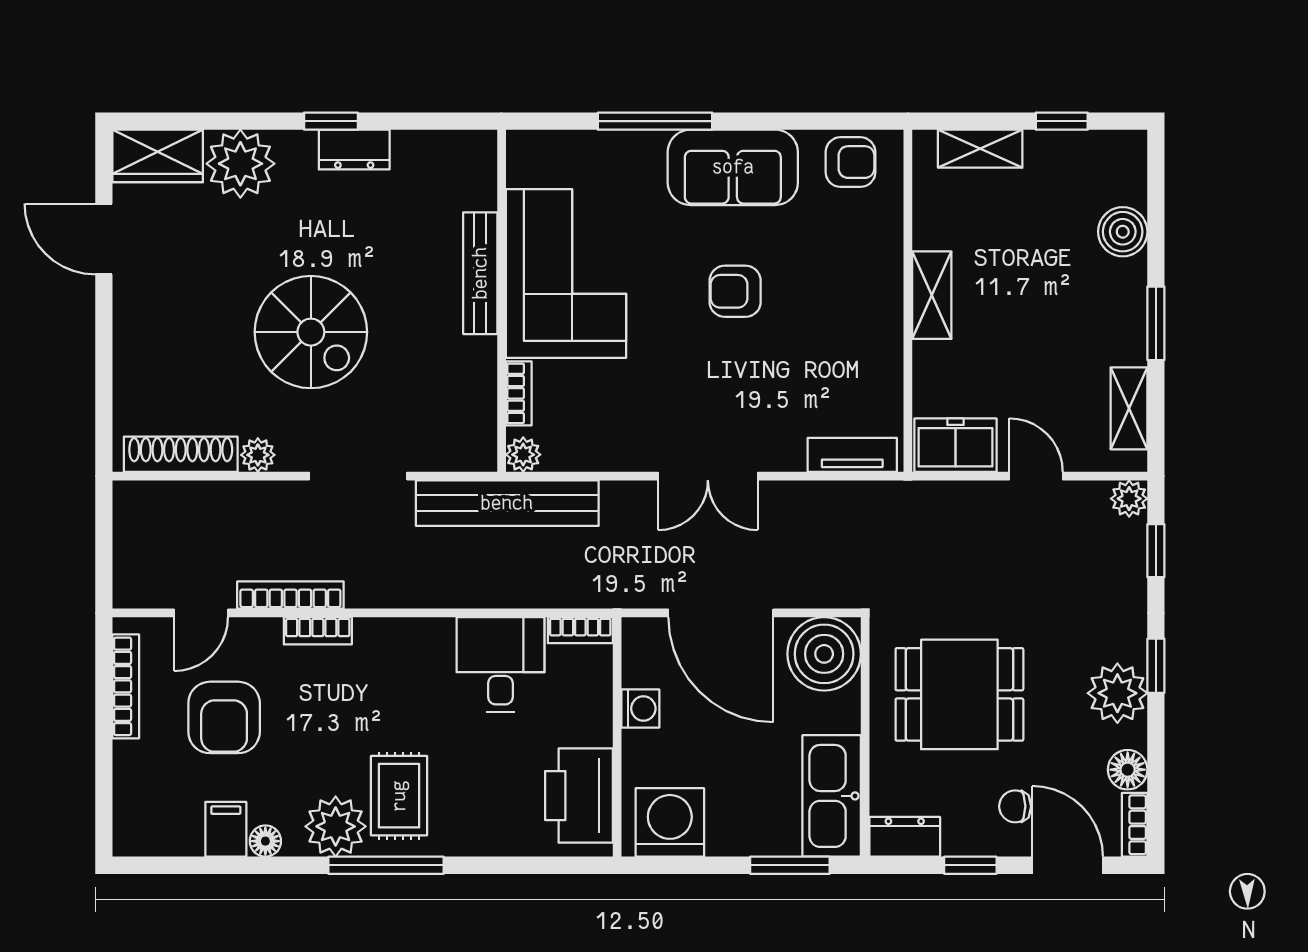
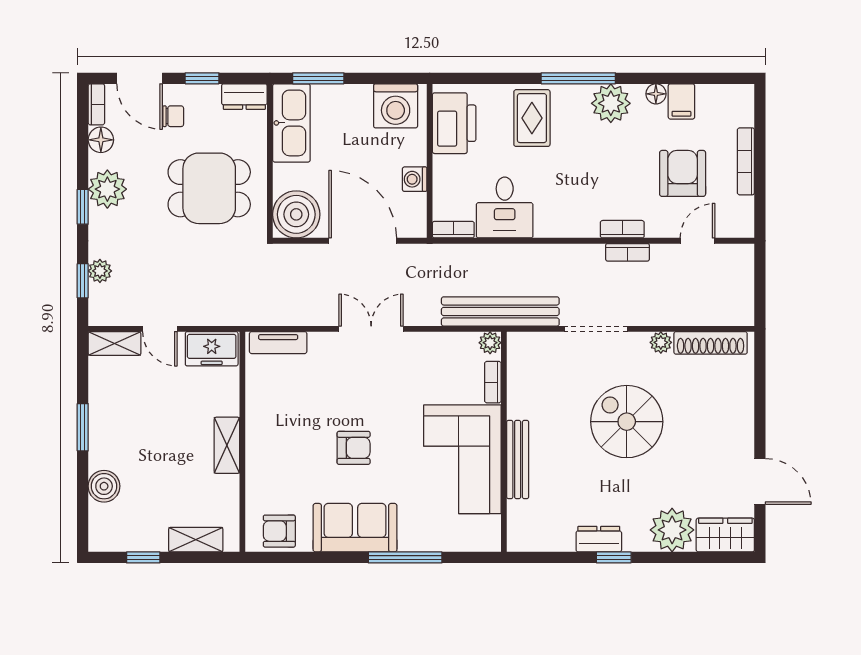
shelving: (1129, 408) -> (114, 343), moved, turned 90
plant: (1129, 499) -> (100, 271), moved
bookcase: (290, 595) -> (628, 252), width x0.64
bookcase: (126, 686) -> (746, 161), moved
rug: (399, 796) -> (532, 118), moved

